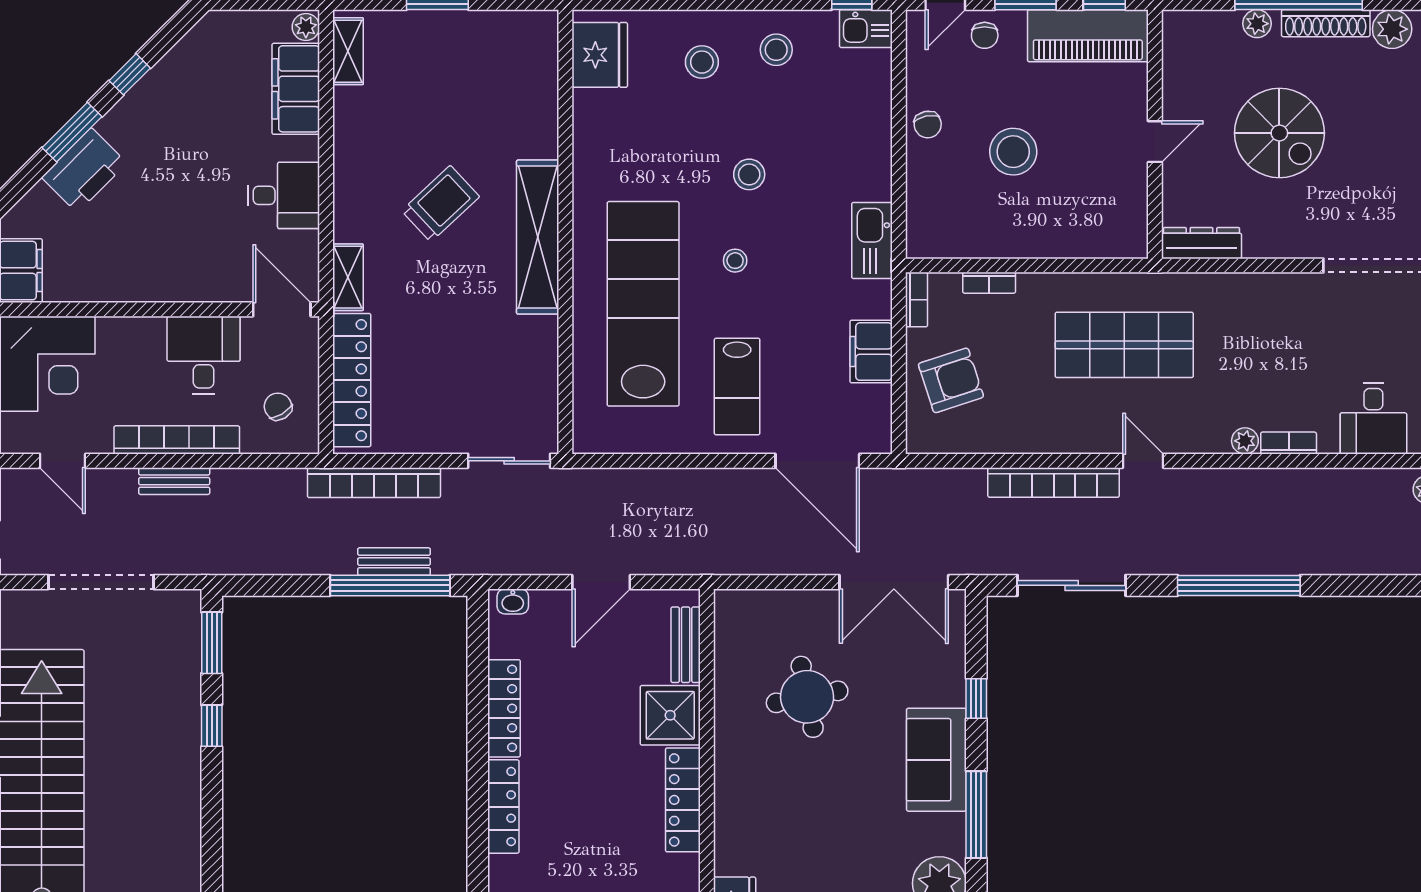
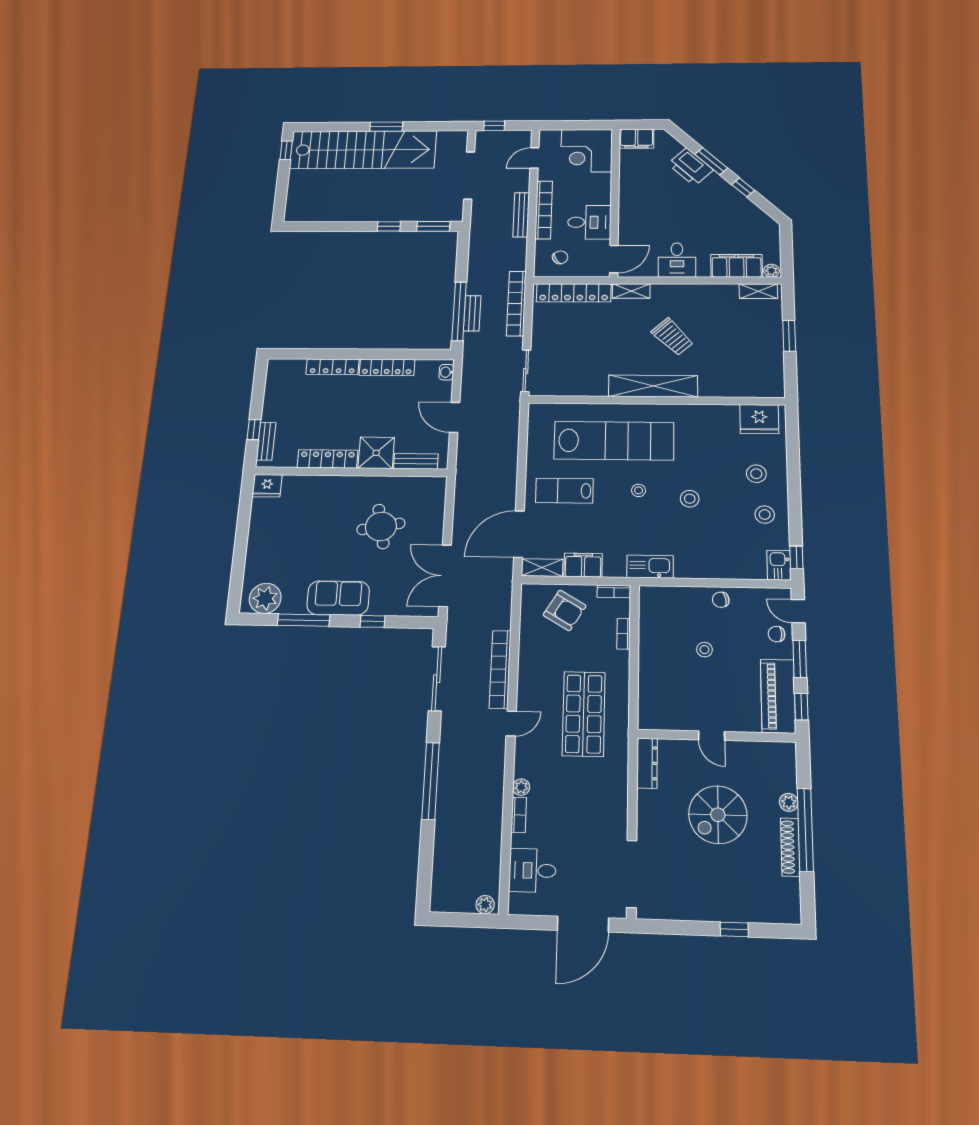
plant: (1392, 29) -> (788, 891), removed
stool: (1013, 152) -> (704, 650), width x0.53, depth x0.53
armchair: (951, 380) -> (565, 610), turned -41
shelving: (877, 420) -> (542, 568), added
bench: (174, 481) -> (521, 215), width x1.36

